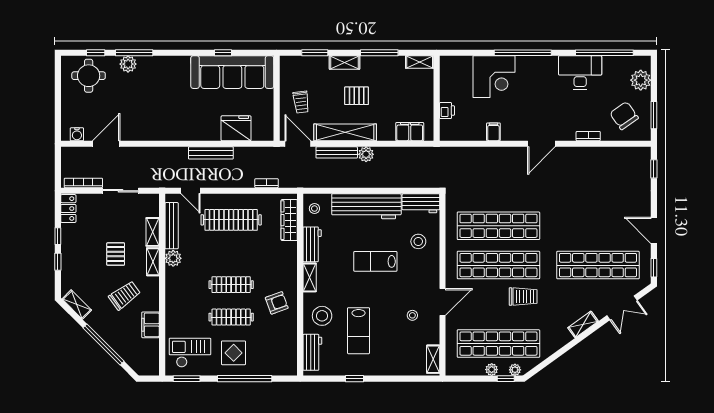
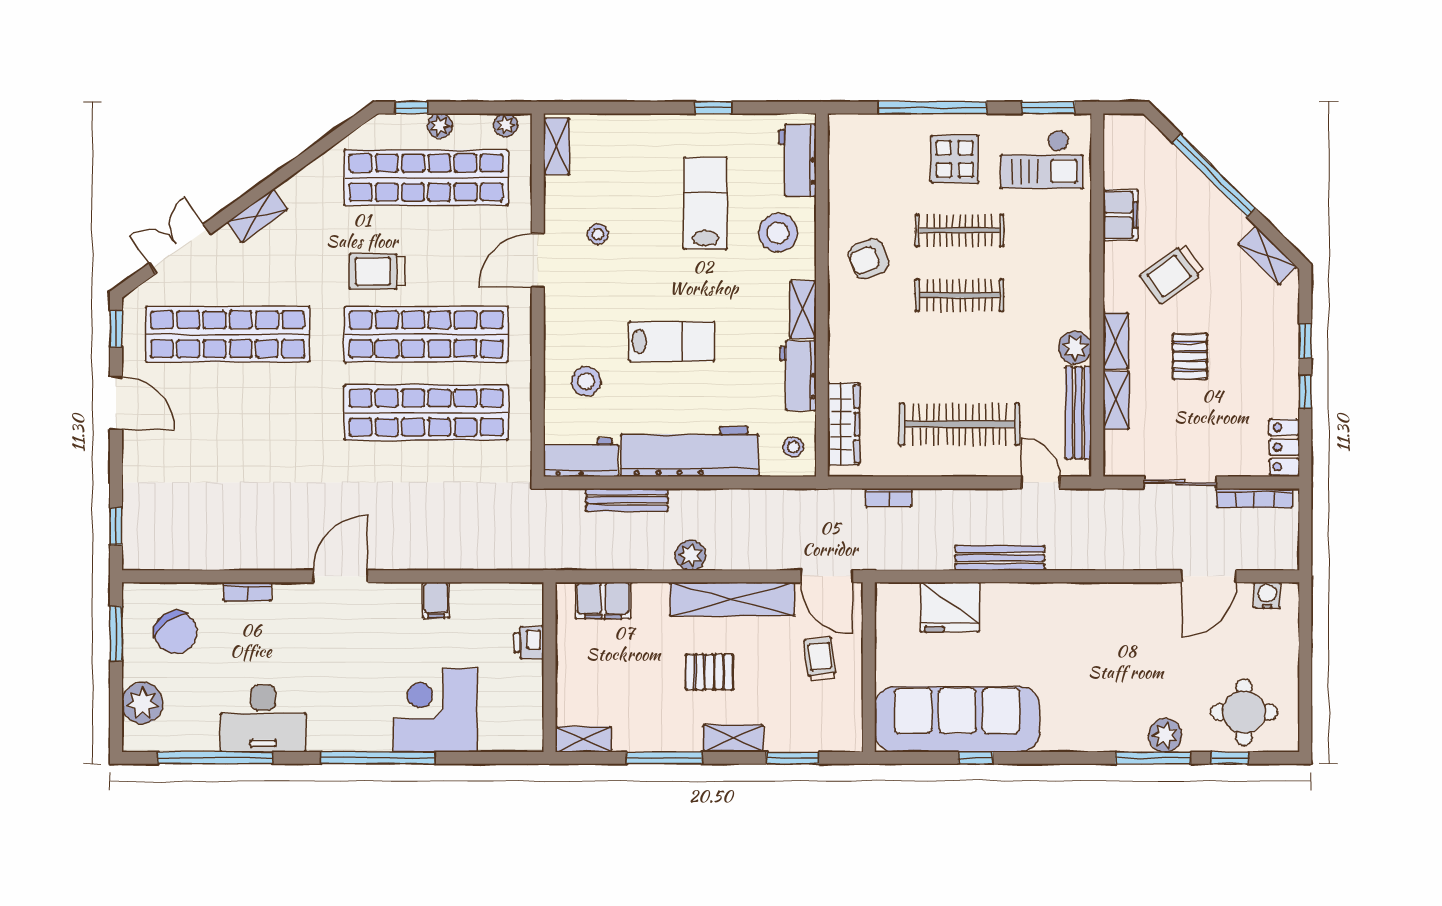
bench: (337, 152) -> (627, 500), moved
plant: (515, 370) -> (506, 125), moved

